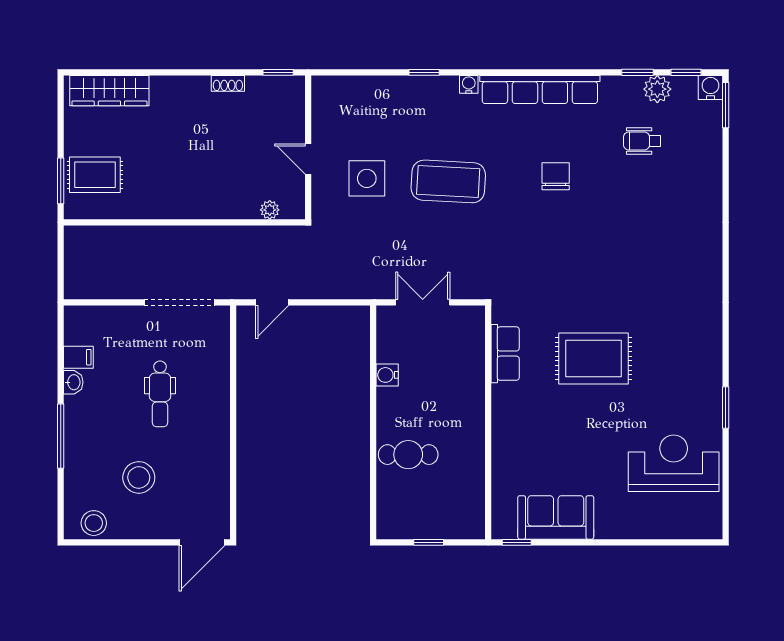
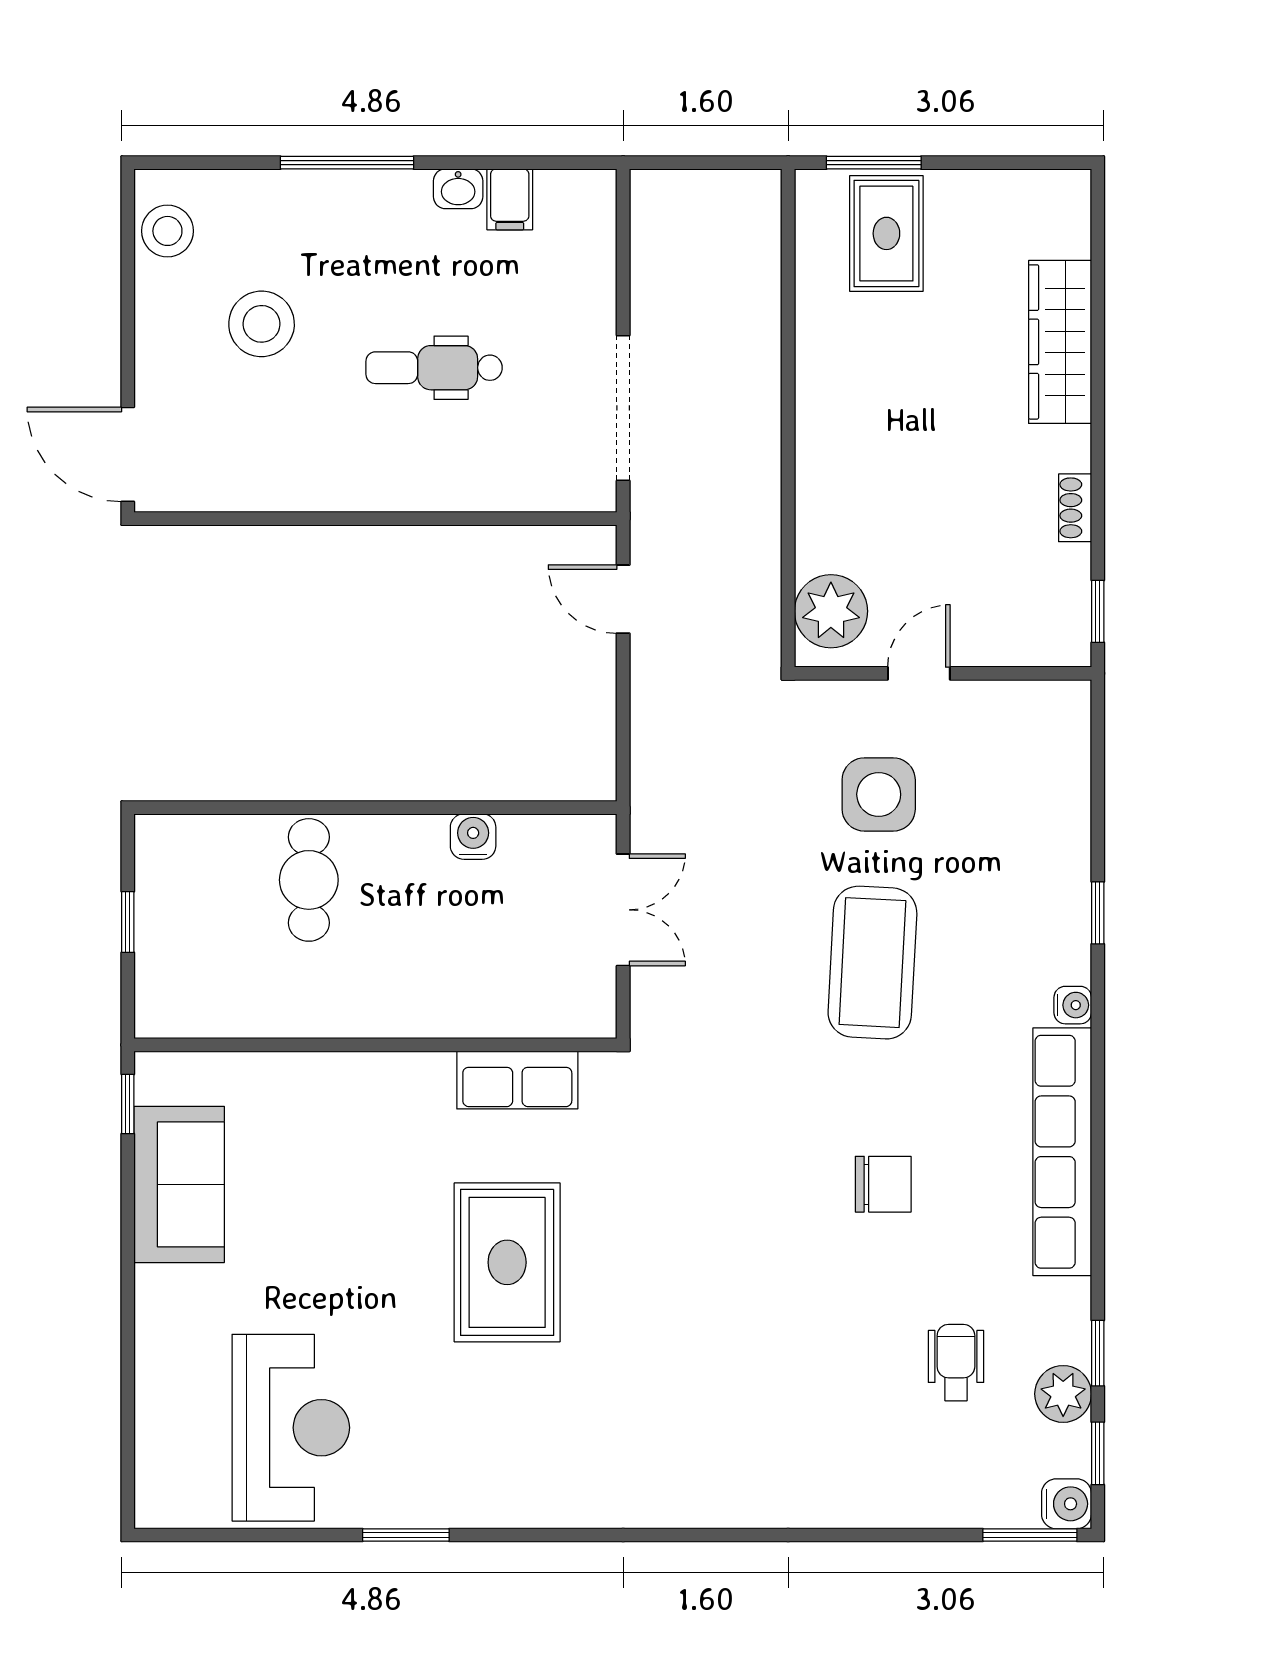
wardrobe: (109, 91) -> (1060, 342), moved
plant: (270, 210) -> (831, 611), width x1.87, depth x1.87

